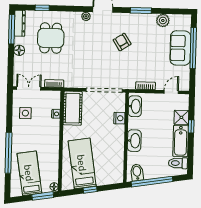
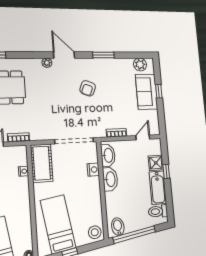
plant: (163, 20) -> (140, 64), moved
armchair: (122, 42) -> (88, 88), turned -125
window: (193, 48) -> (159, 91), width x0.32
washbasin: (134, 141) -> (110, 179), moved
stool: (115, 175) -> (95, 232), added

